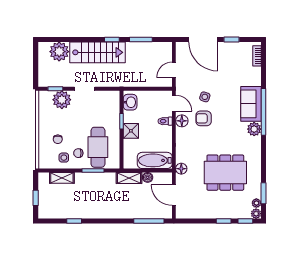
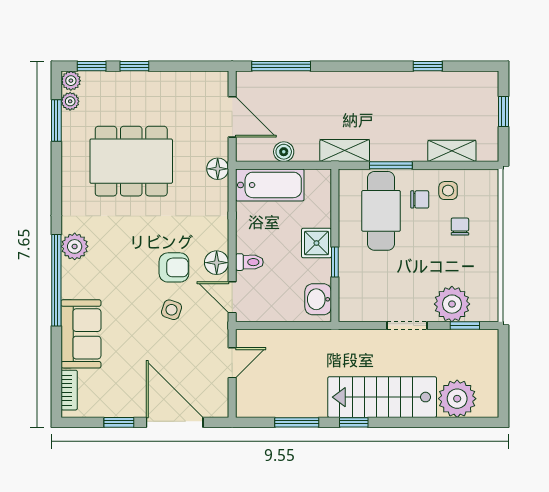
sofa: (251, 104) -> (81, 334), moved
shelving: (129, 178) -> (345, 151), moved

